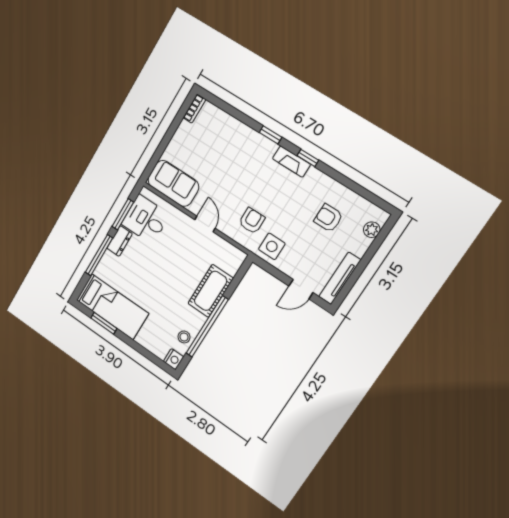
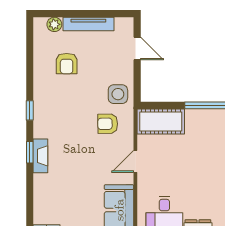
fireplace: (291, 162) -> (40, 156), moved
tv unit: (340, 278) -> (88, 24), moved
cot: (211, 291) -> (161, 121), moved

